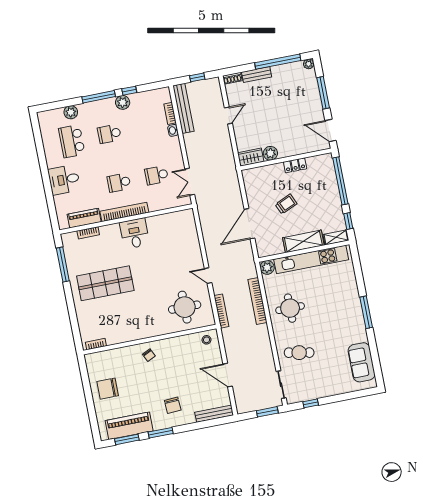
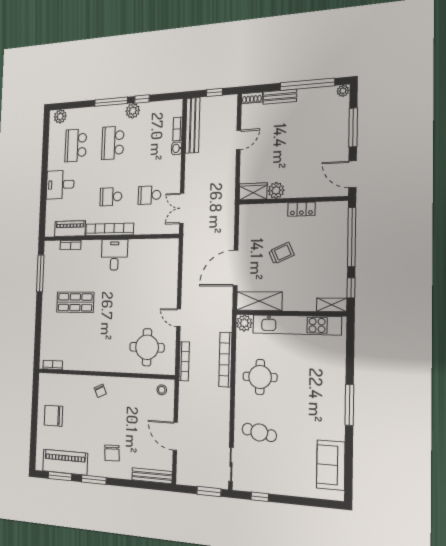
plant: (71, 112) -> (60, 116), moved
school desk: (109, 134) -> (113, 143), width x1.85
shelving: (303, 241) -> (259, 301), moved
shop shelf: (105, 283) -> (75, 302), width x0.70, depth x0.74

